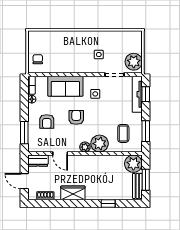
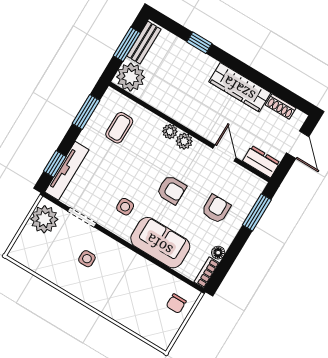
armchair: (76, 117) -> (171, 190), turned -90
plant: (100, 144) -> (170, 132), width x0.53, depth x0.53
wardrobe: (73, 193) -> (240, 87), width x1.50

